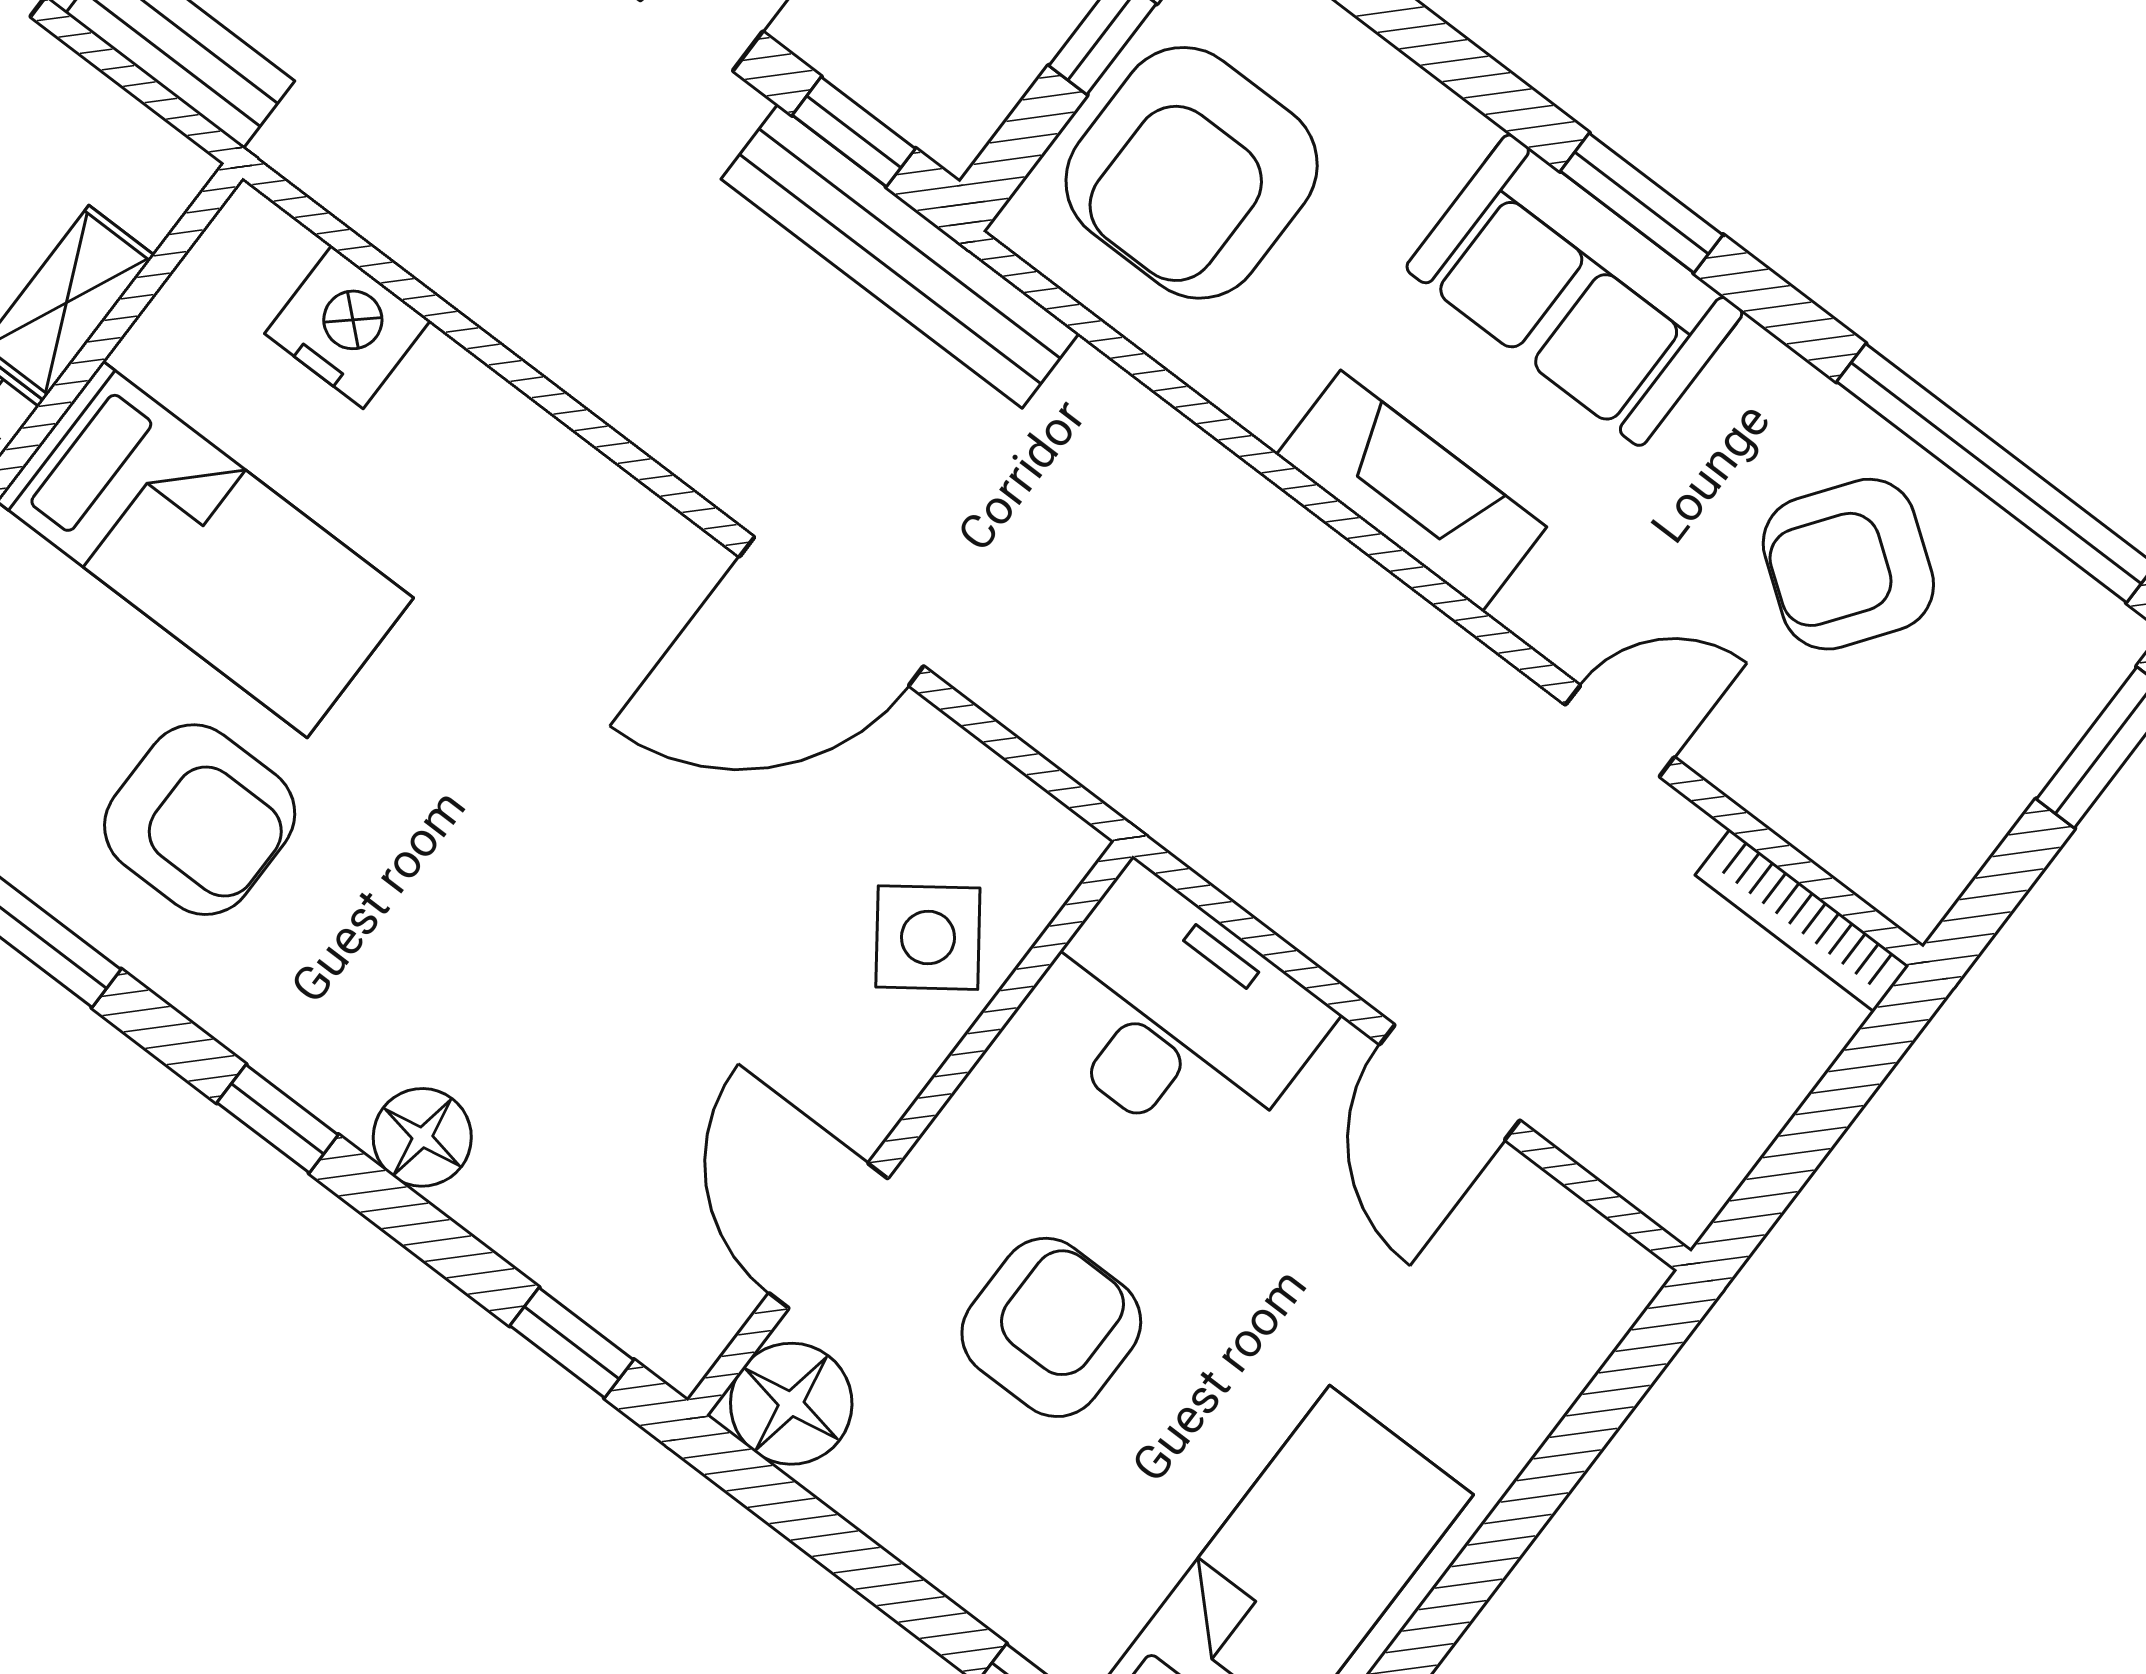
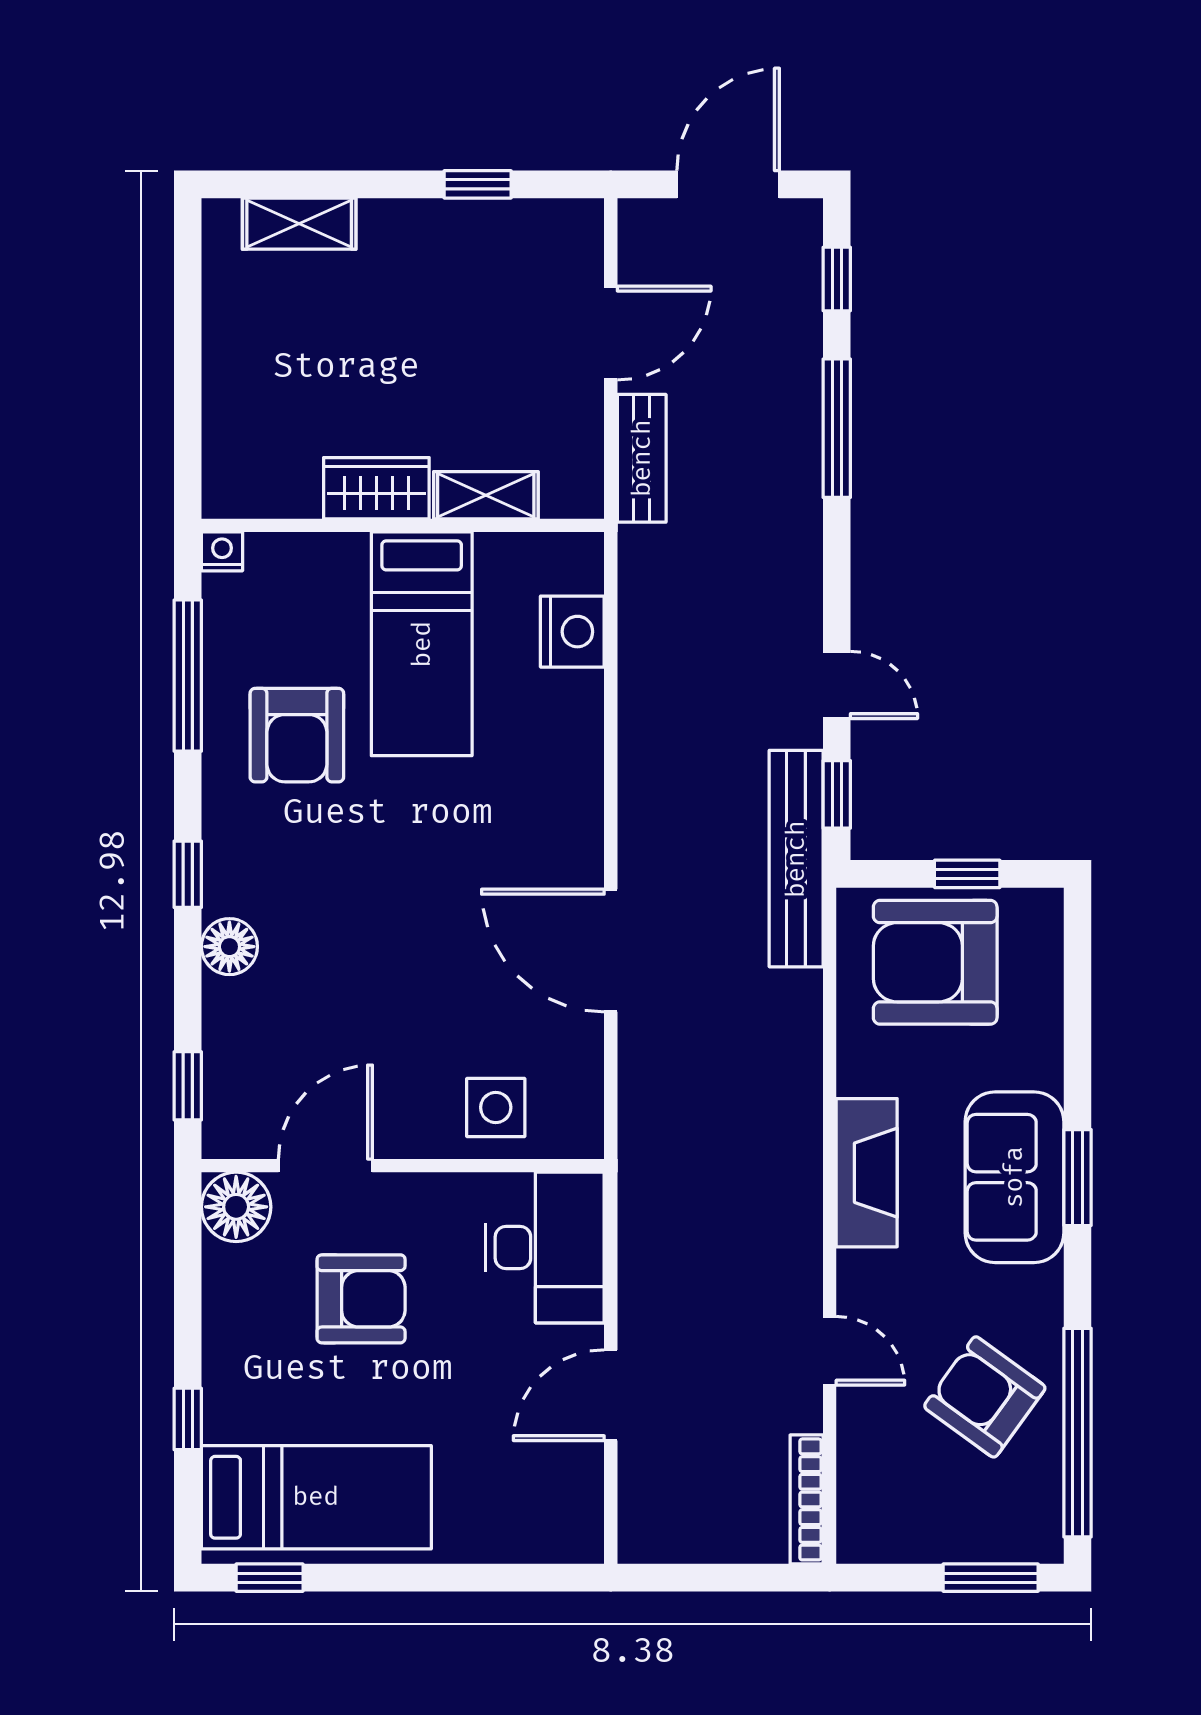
side table: (928, 938) -> (496, 1107), turned 36

